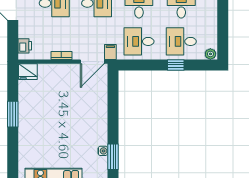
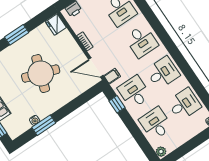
window: (176, 65) -> (117, 104), moved
round table: (63, 116) -> (41, 74), added
window: (113, 157) -> (44, 125), moved

